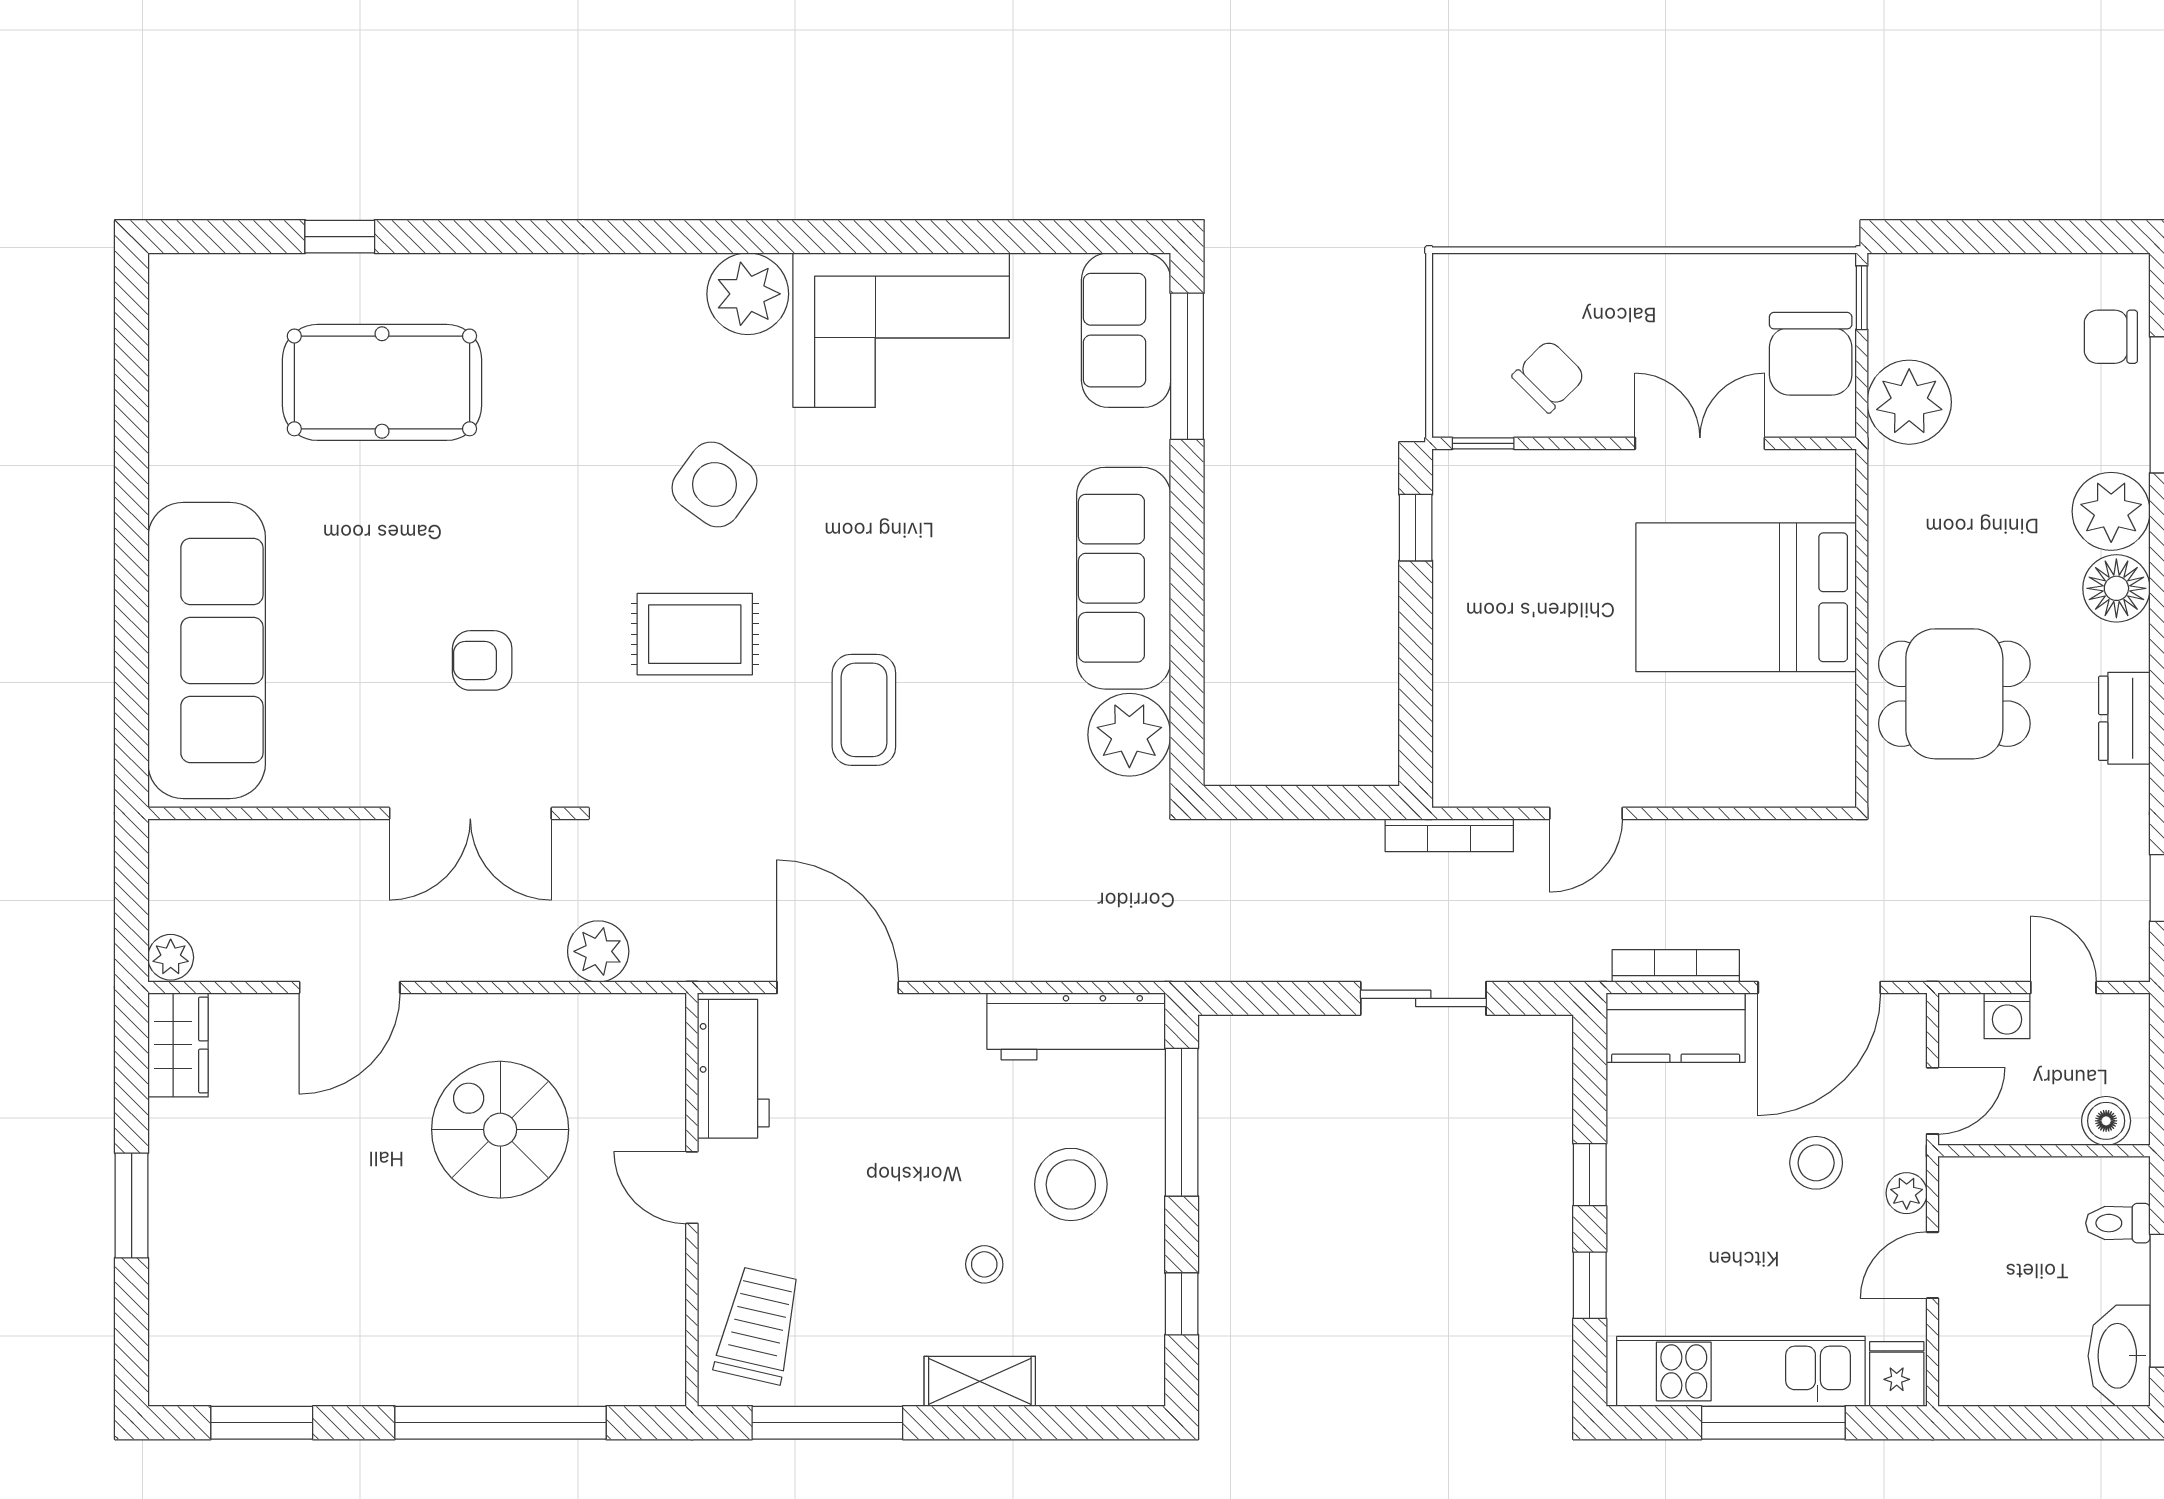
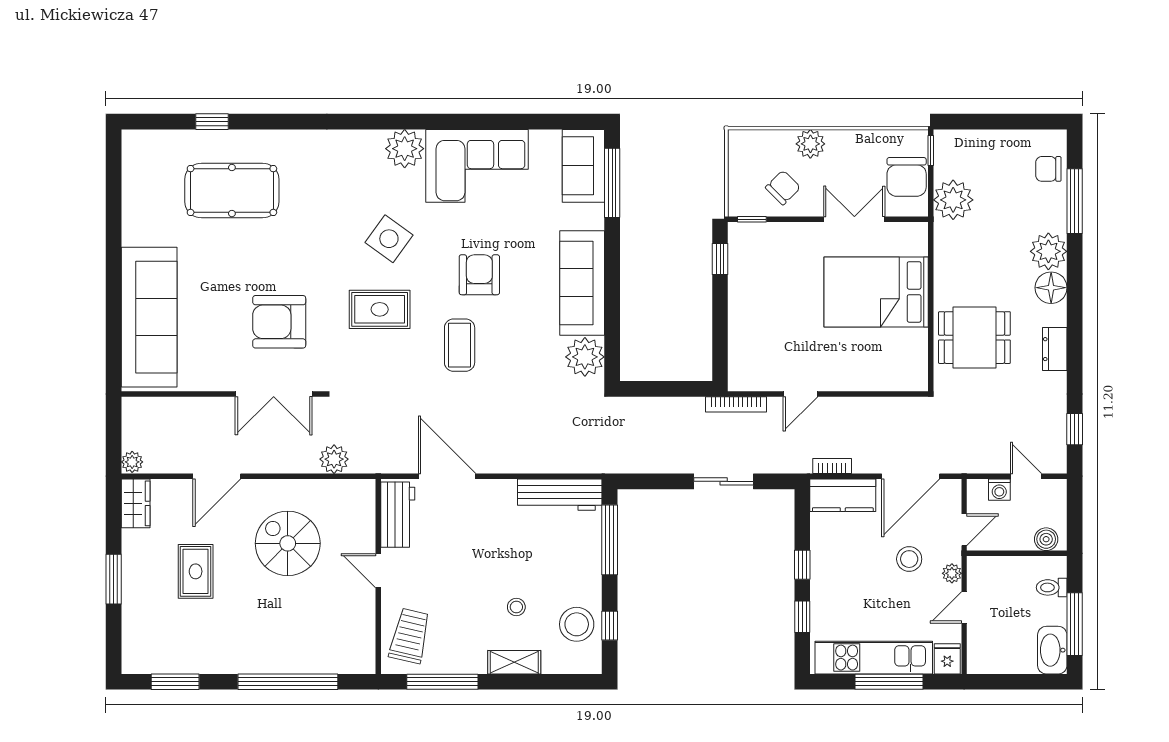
plant: (1607, 284) -> (810, 144), added
armchair: (906, 561) -> (479, 275), added
armchair: (482, 660) -> (279, 322), width x1.88, depth x1.88
bookcase: (1676, 966) -> (832, 466), width x0.64
stool: (1071, 1184) -> (577, 624), moved
rug: (305, 1189) -> (196, 571), added

